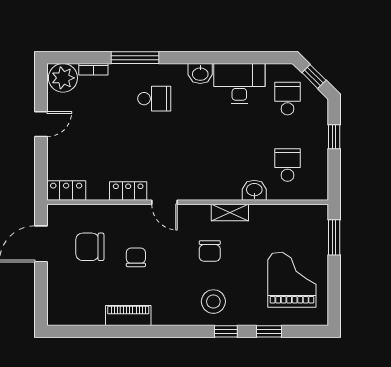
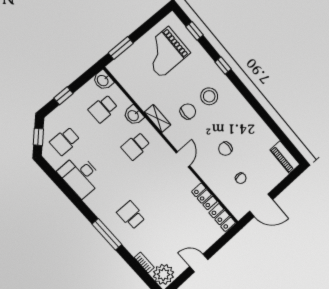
window: (135, 58) -> (107, 234), moved
washbasin: (200, 74) -> (103, 80), moved, turned 180
school desk: (221, 165) -> (136, 146), added
locker: (128, 191) -> (204, 196), moved
chair: (90, 247) -> (241, 178), width x0.54, depth x0.54
stool: (213, 302) -> (209, 96), moved
piano: (128, 315) -> (285, 157), moved
window: (269, 331) -> (194, 31), moved

